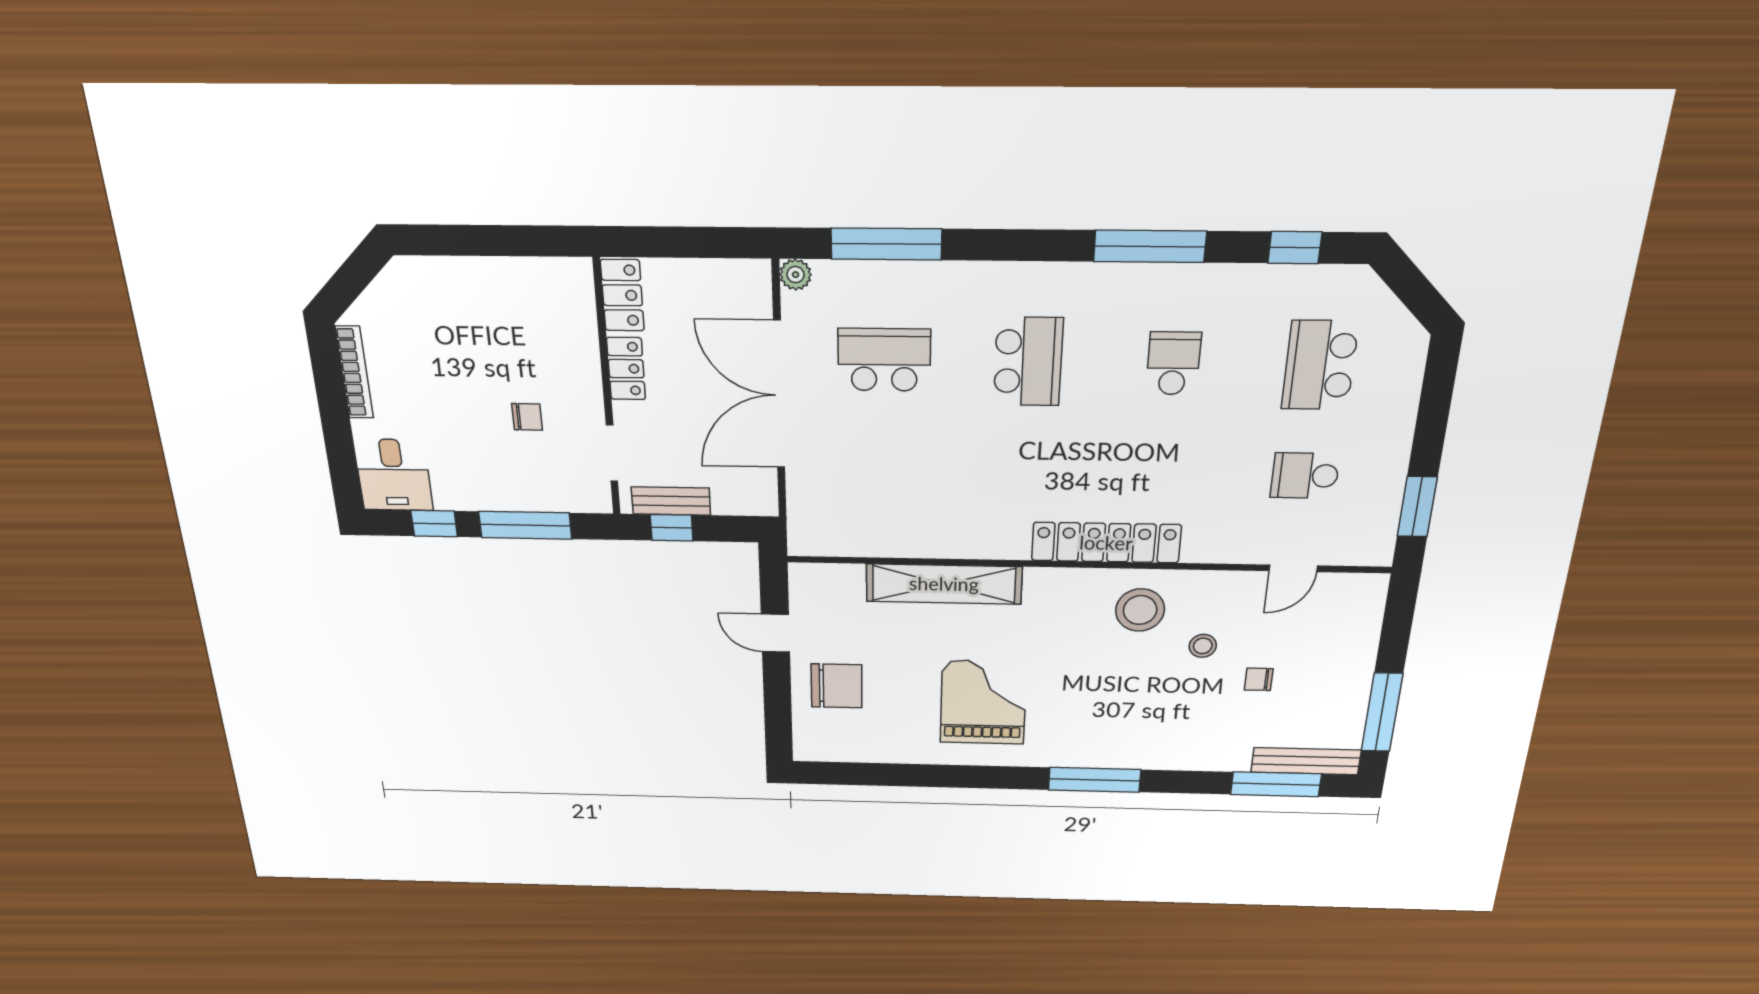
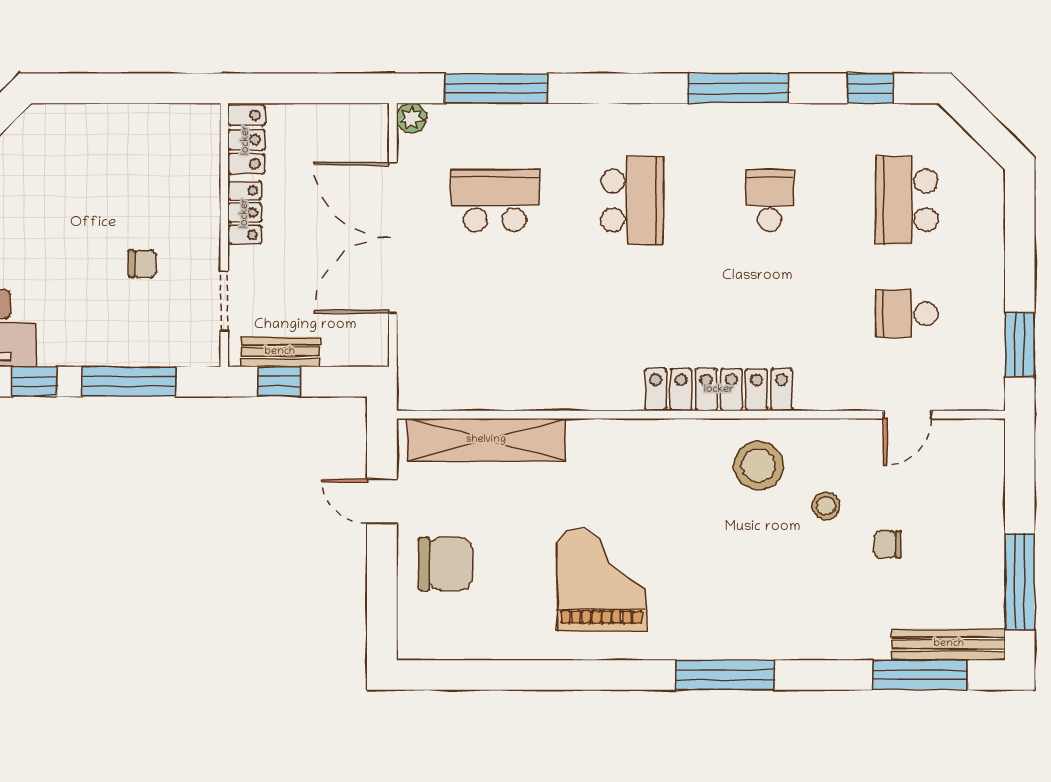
shelving: (944, 584) -> (486, 440), moved

